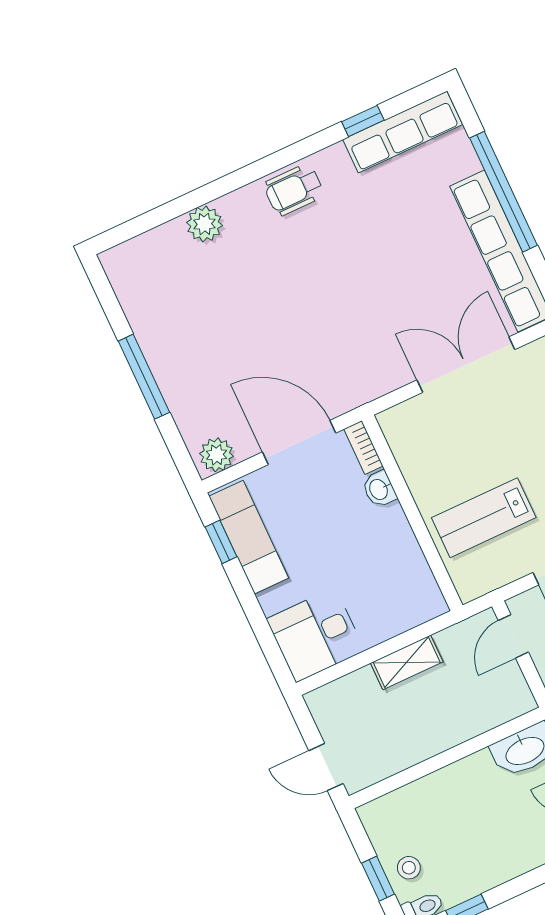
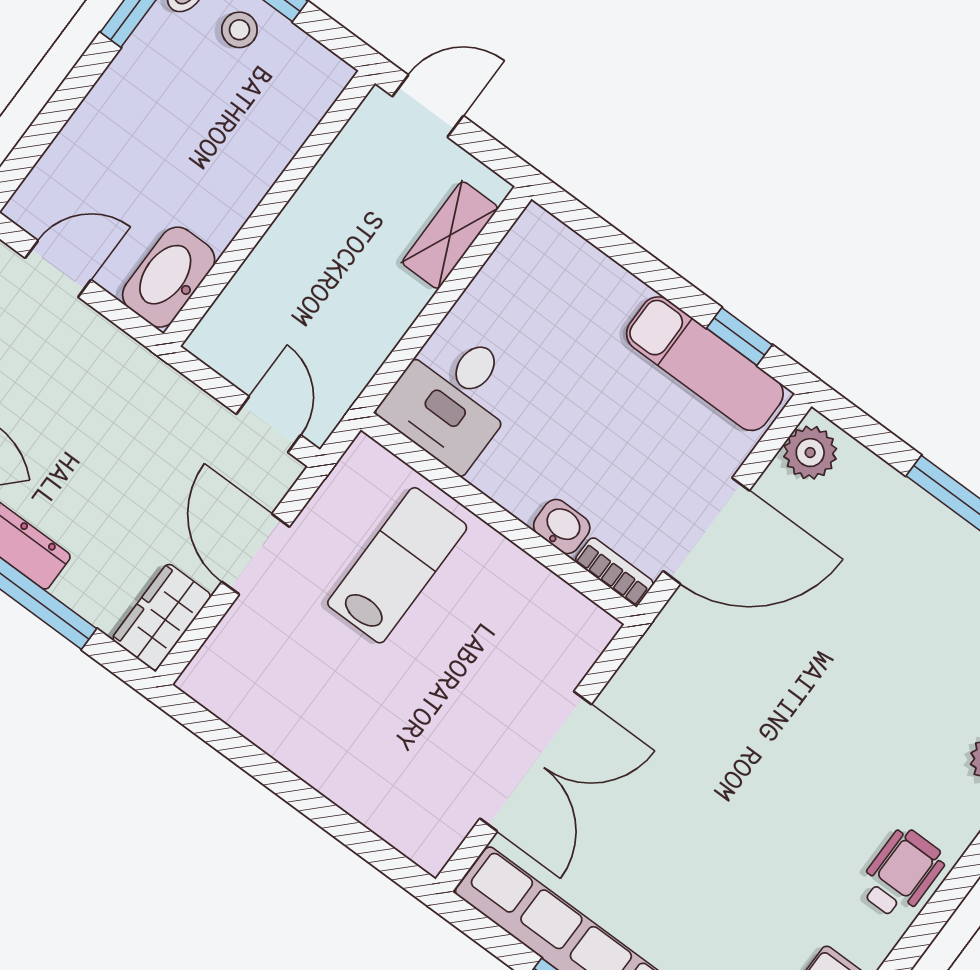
desk: (316, 635) -> (453, 398), moved, turned 180
shelving: (407, 662) -> (450, 235), moved

